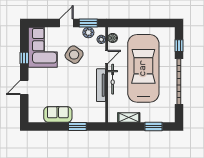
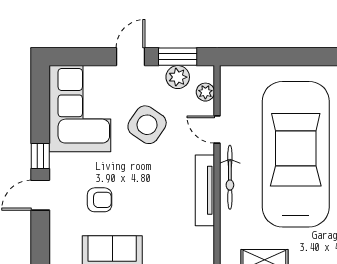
boiler: (113, 38) -> (230, 89), removed
door: (107, 57) -> (217, 130), swing flipped
window: (24, 58) -> (40, 156), moved
armchair: (52, 90) -> (100, 200), added

